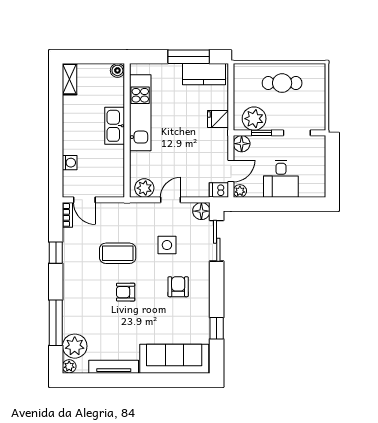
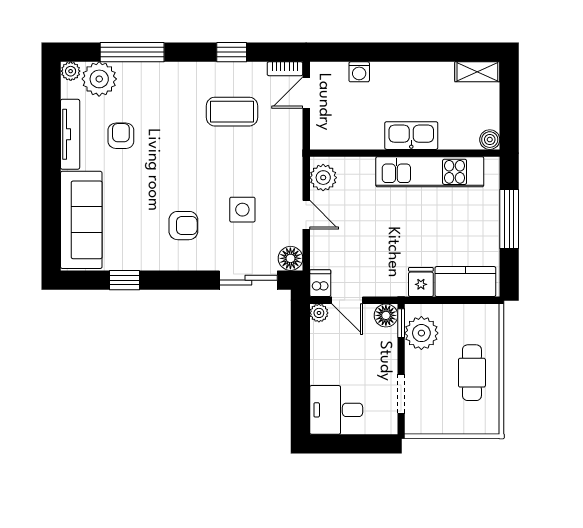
window: (189, 57) -> (509, 219), moved
kitchen counter: (204, 74) -> (465, 282), moved, turned 90
window: (261, 133) -> (401, 323), moved
desk: (281, 179) -> (336, 410), moved
coffee table: (118, 253) -> (232, 112), moved, turned 90
armchair: (126, 292) -> (121, 136), moved

